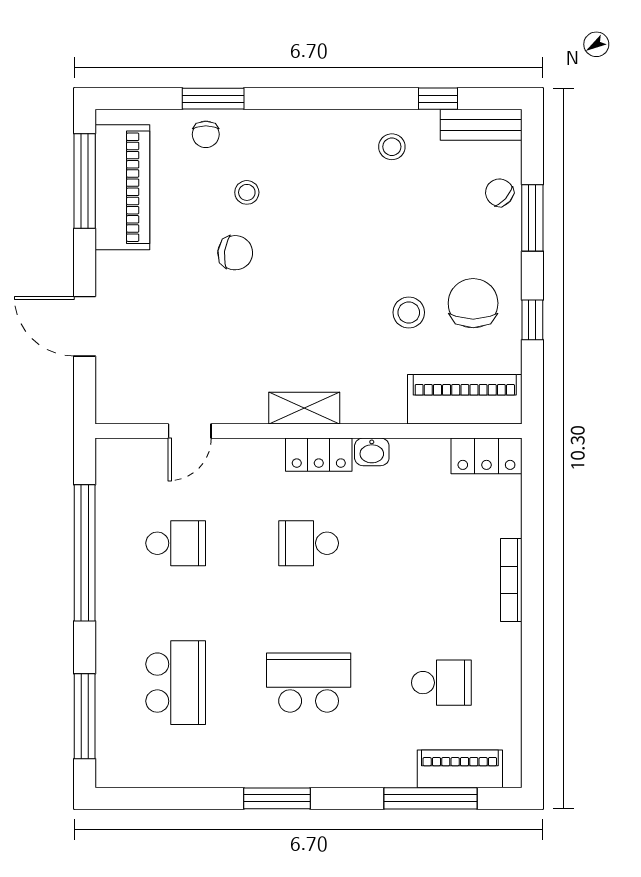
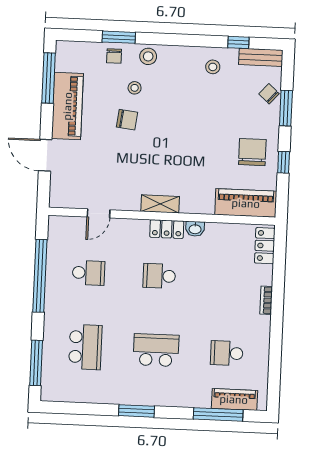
piano: (122, 187) -> (67, 106), moved
stool: (409, 312) -> (148, 56), moved
locker: (486, 456) -> (265, 246), moved, turned 90
bookcase: (511, 580) -> (266, 300), width x0.64
school desk: (441, 683) -> (227, 353), turned 180

